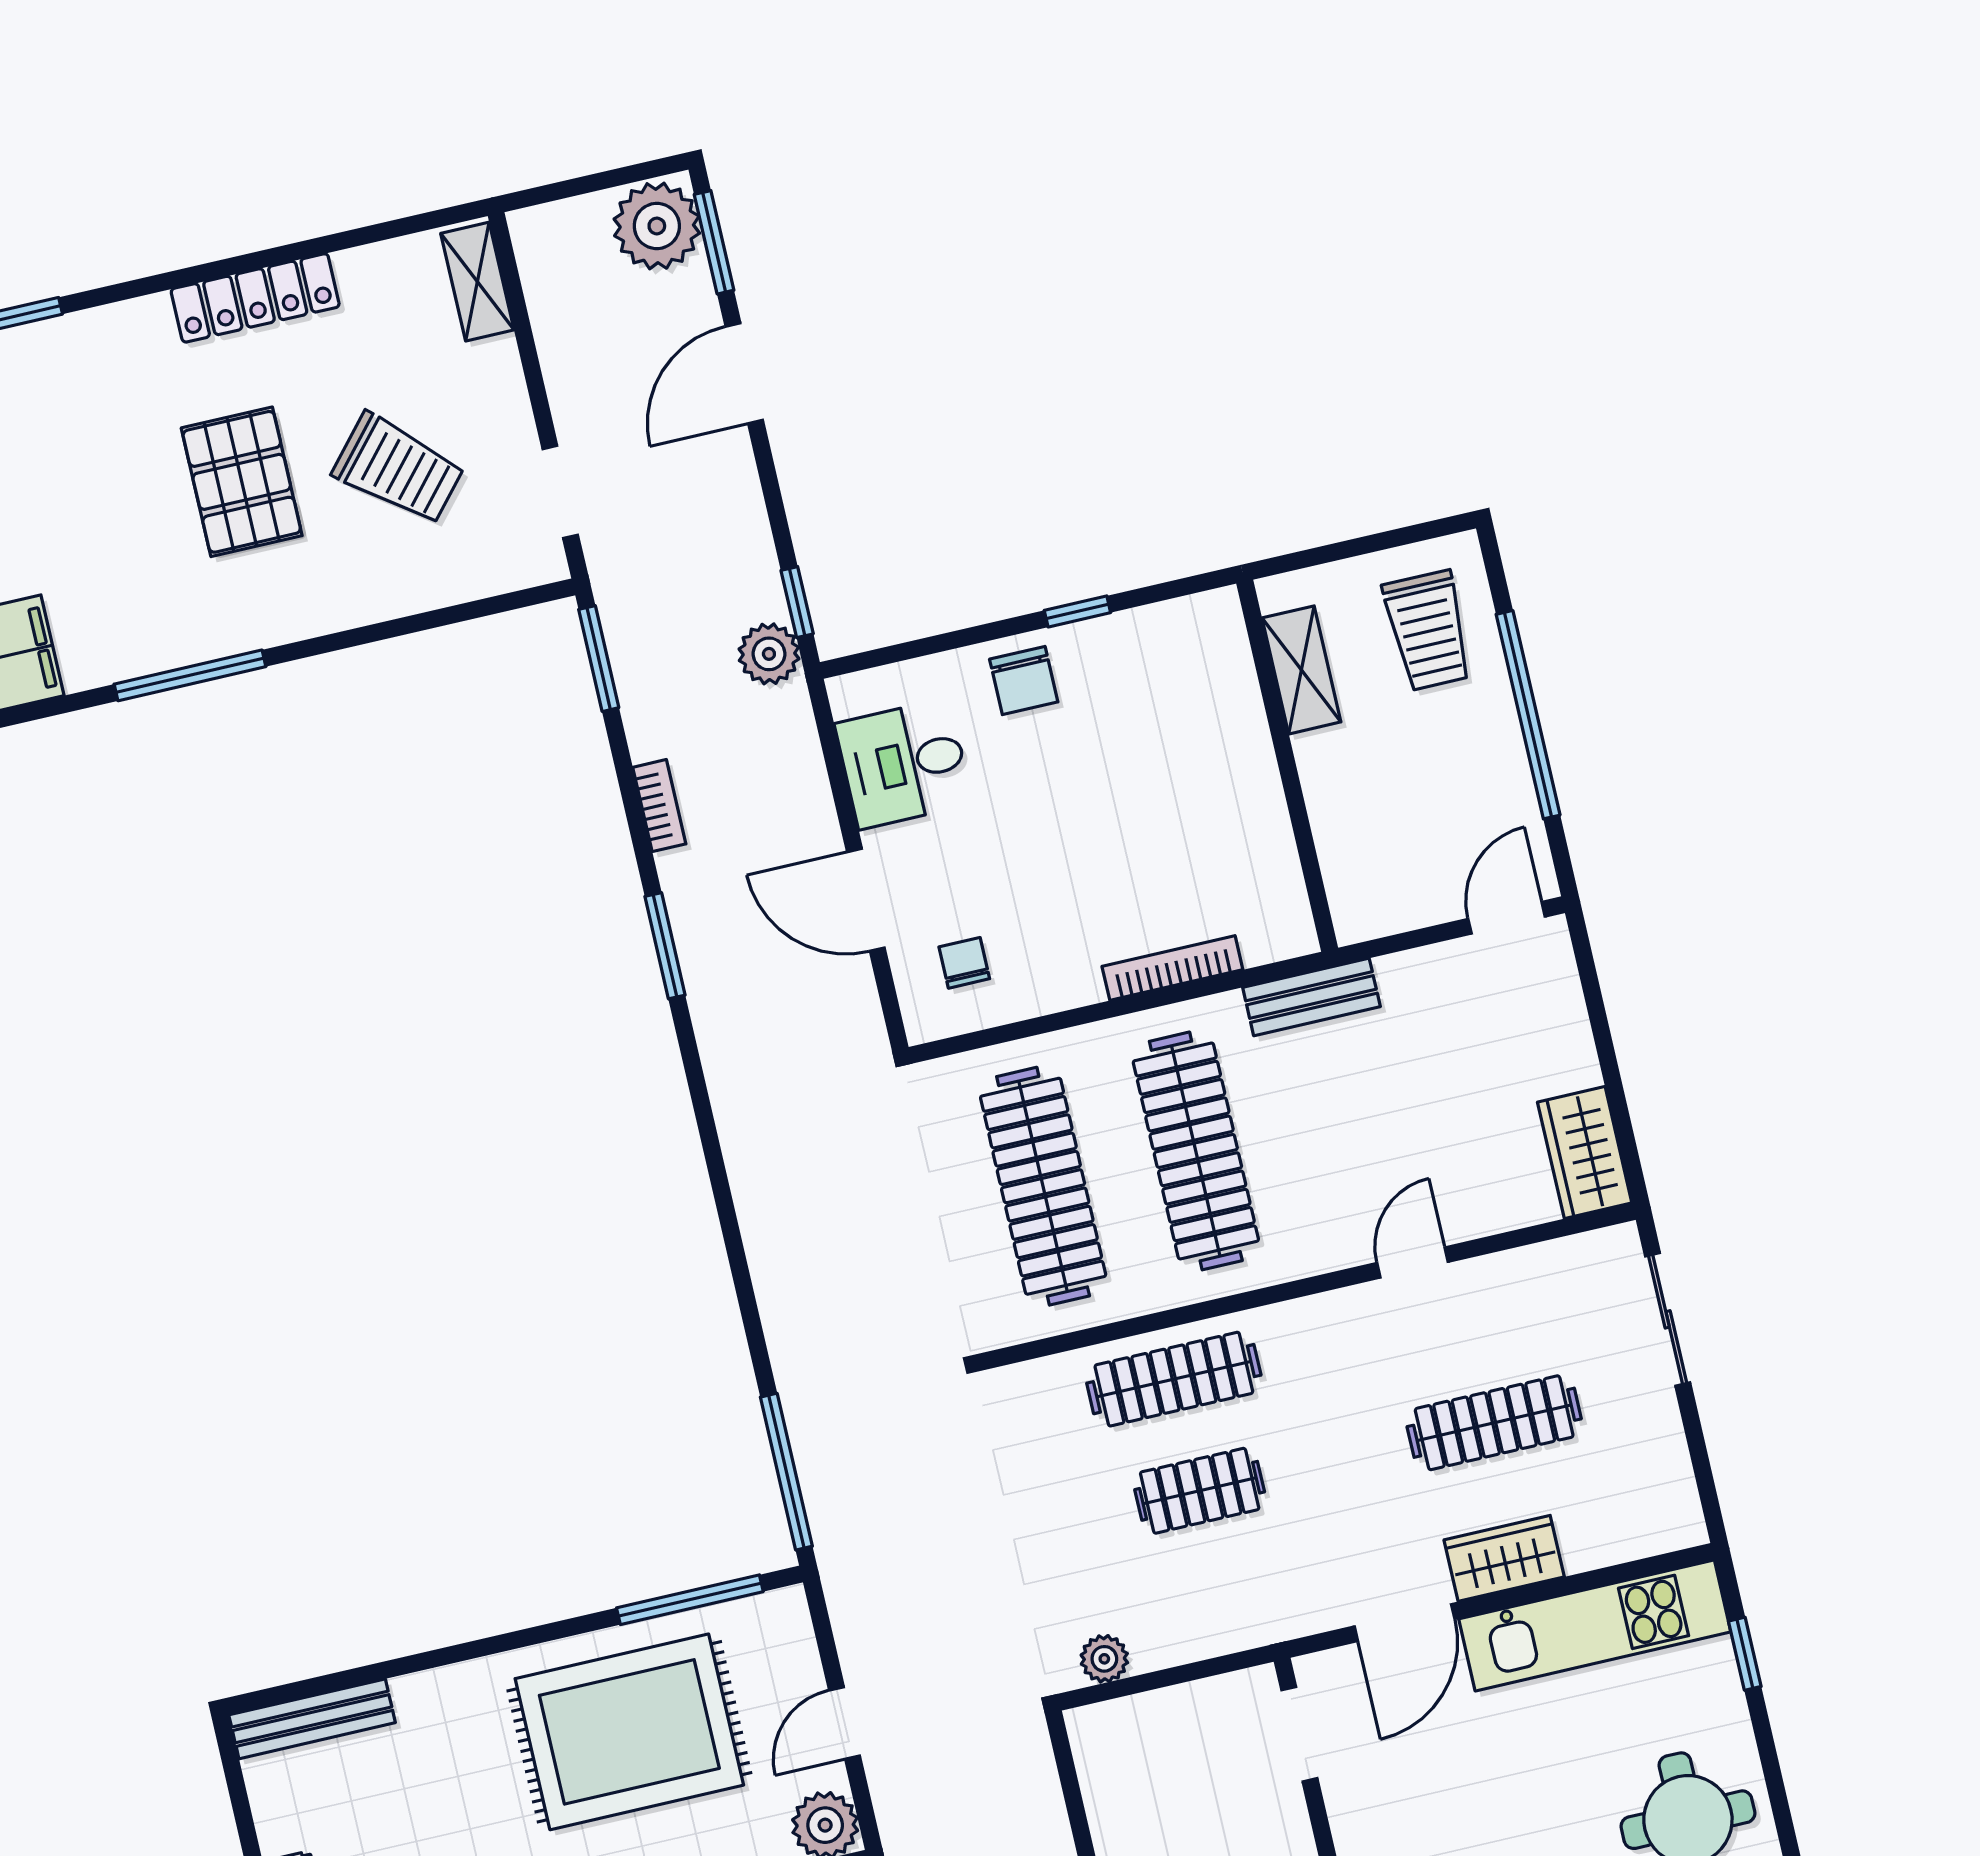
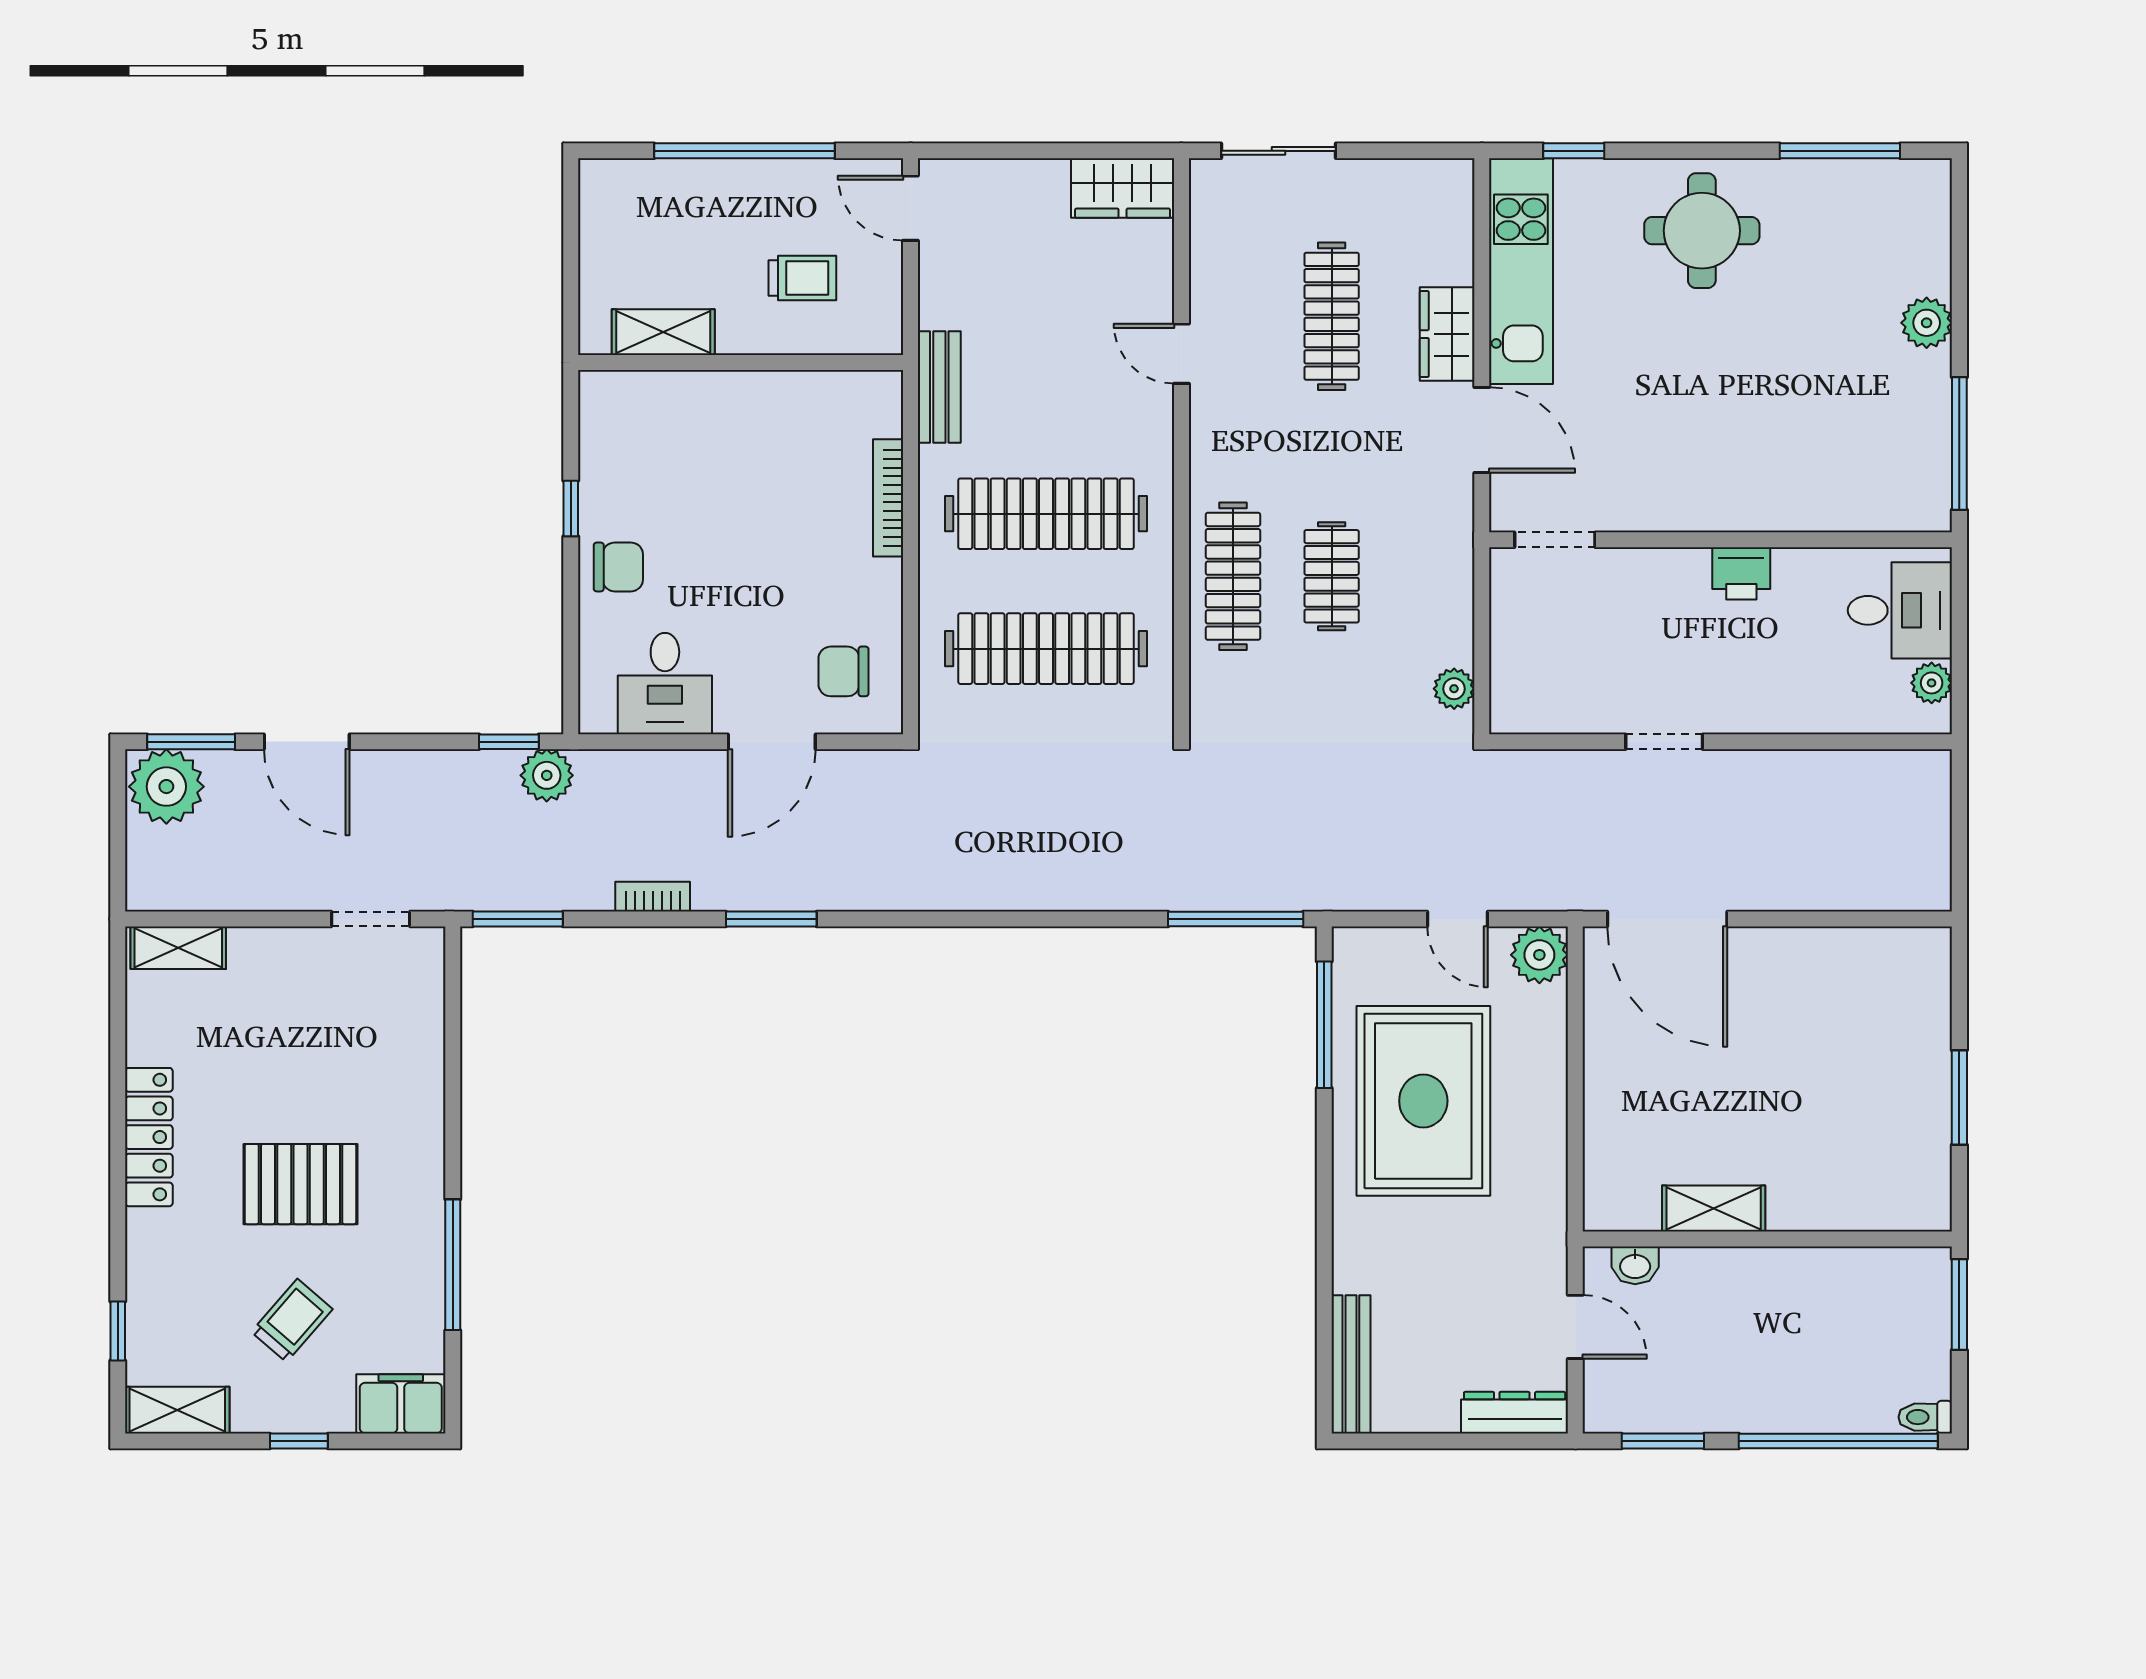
trolley: (398, 469) -> (292, 1320), moved, width x0.73, depth x0.72
trolley: (1428, 631) -> (802, 278), moved, width x0.73, depth x0.72
chair: (964, 963) -> (844, 671), width x1.37, depth x1.37

